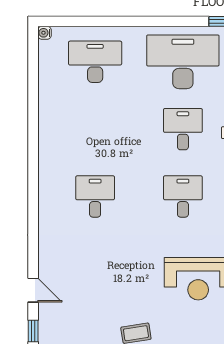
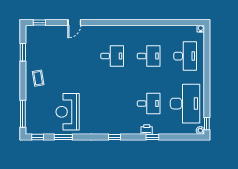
desk: (183, 197) -> (149, 56), moved
door: (33, 290) -> (74, 23), moved

